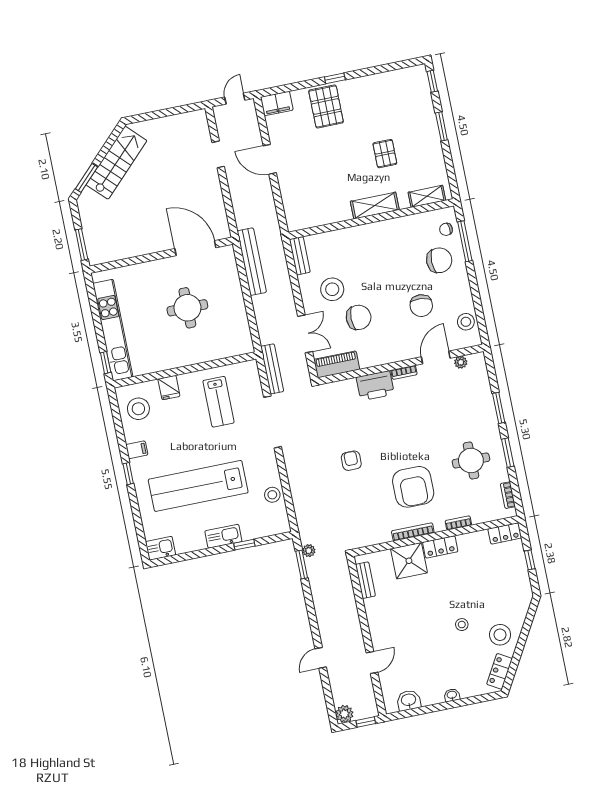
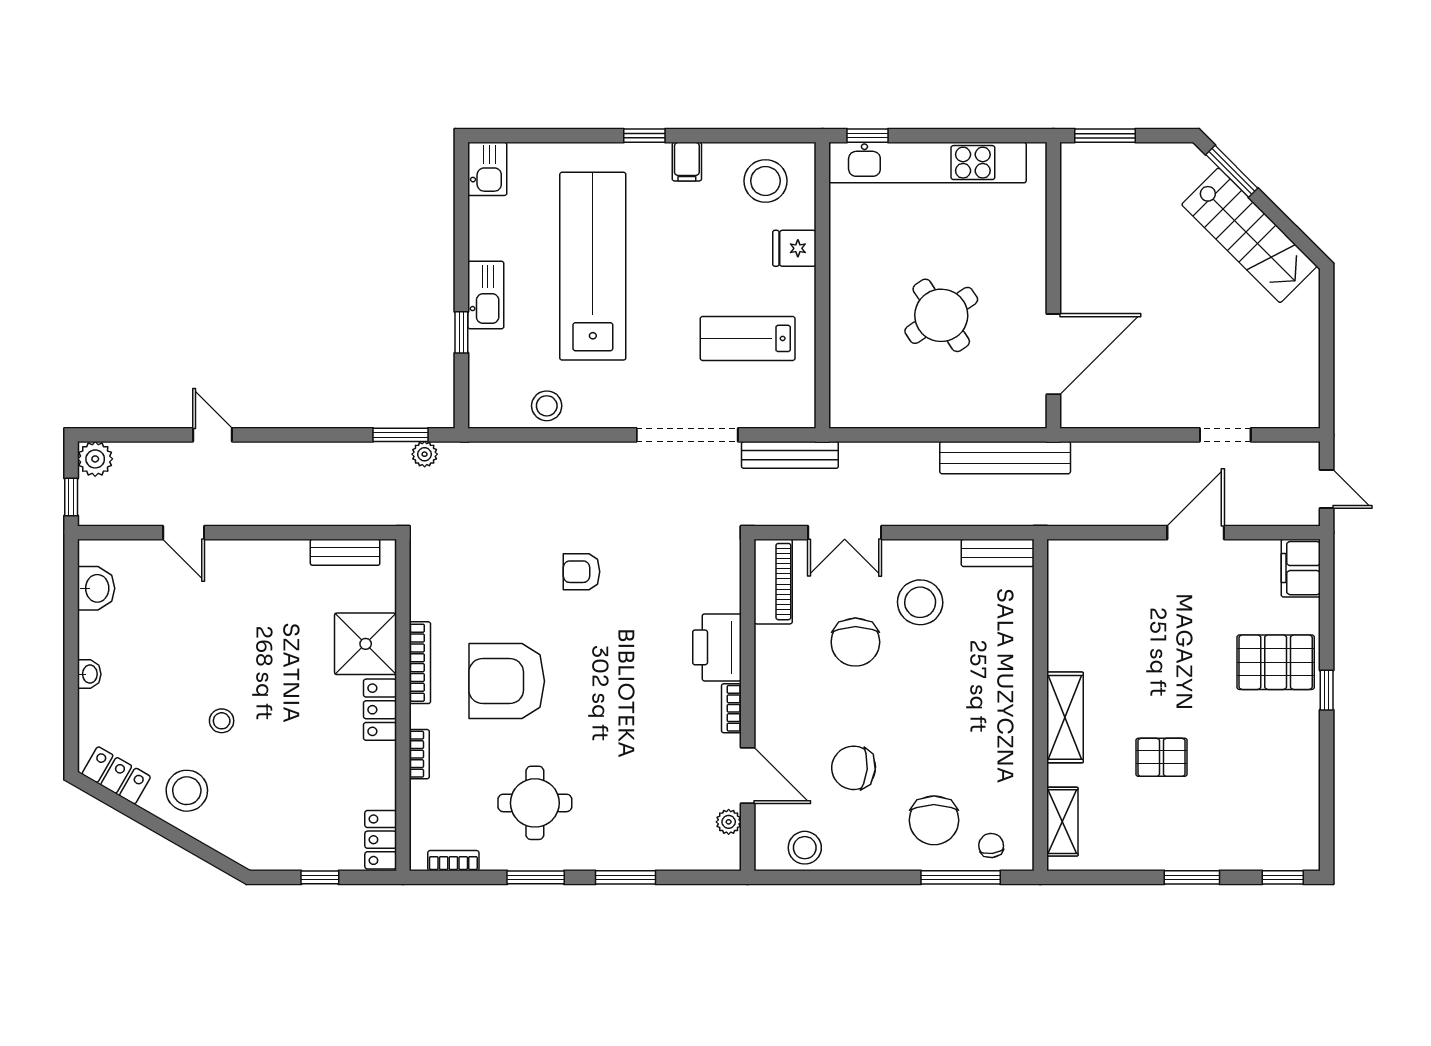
round table: (187, 308) -> (941, 315), turned -34
armchair: (351, 461) -> (582, 572), turned 180

